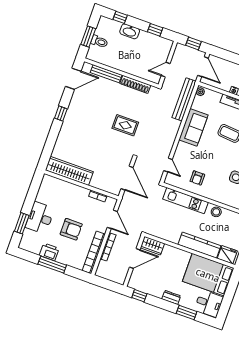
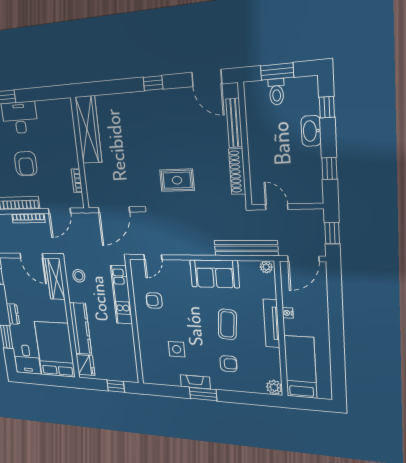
rug: (125, 125) -> (177, 180), turned 90
stool: (216, 212) -> (79, 276), moved
wardrobe: (152, 246) -> (55, 279), width x1.50

